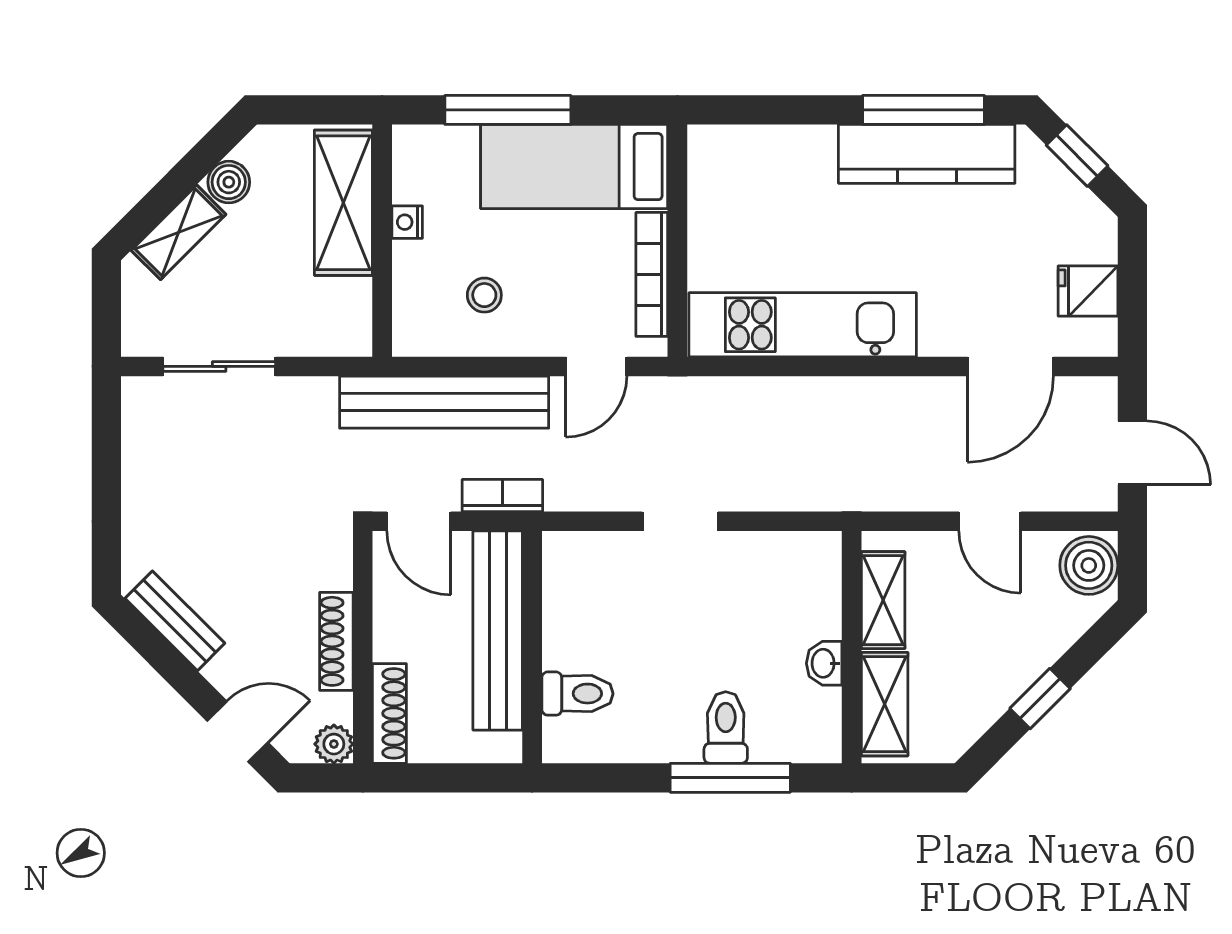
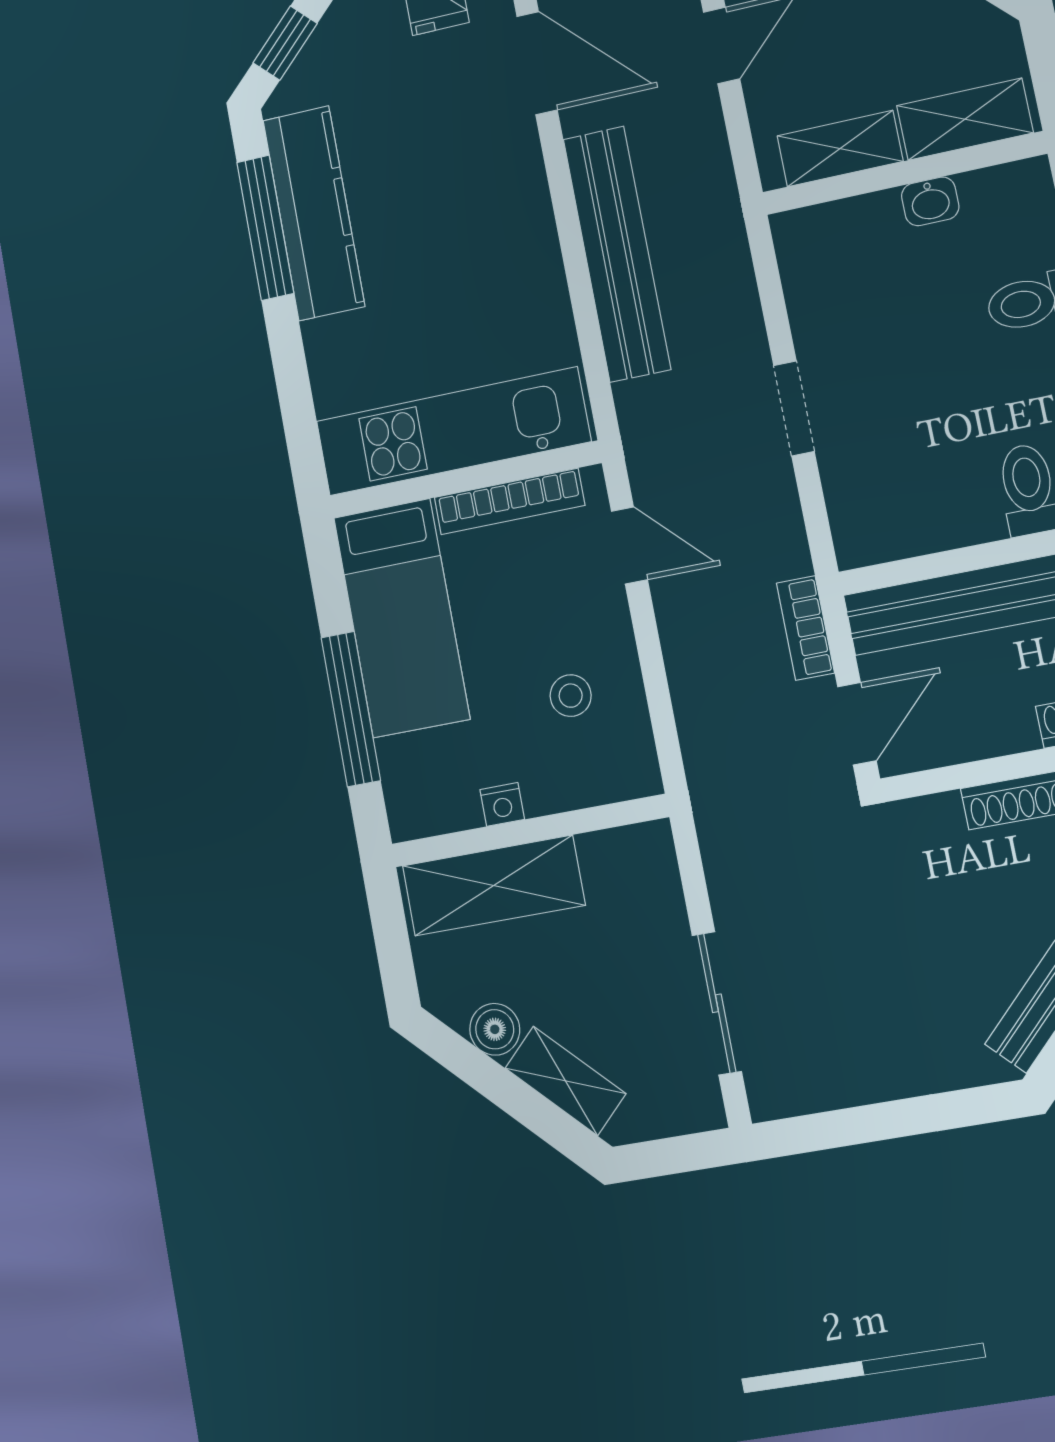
kitchen unit: (803, 325) -> (453, 431), moved, turned 90
bench: (444, 402) -> (617, 254), moved

